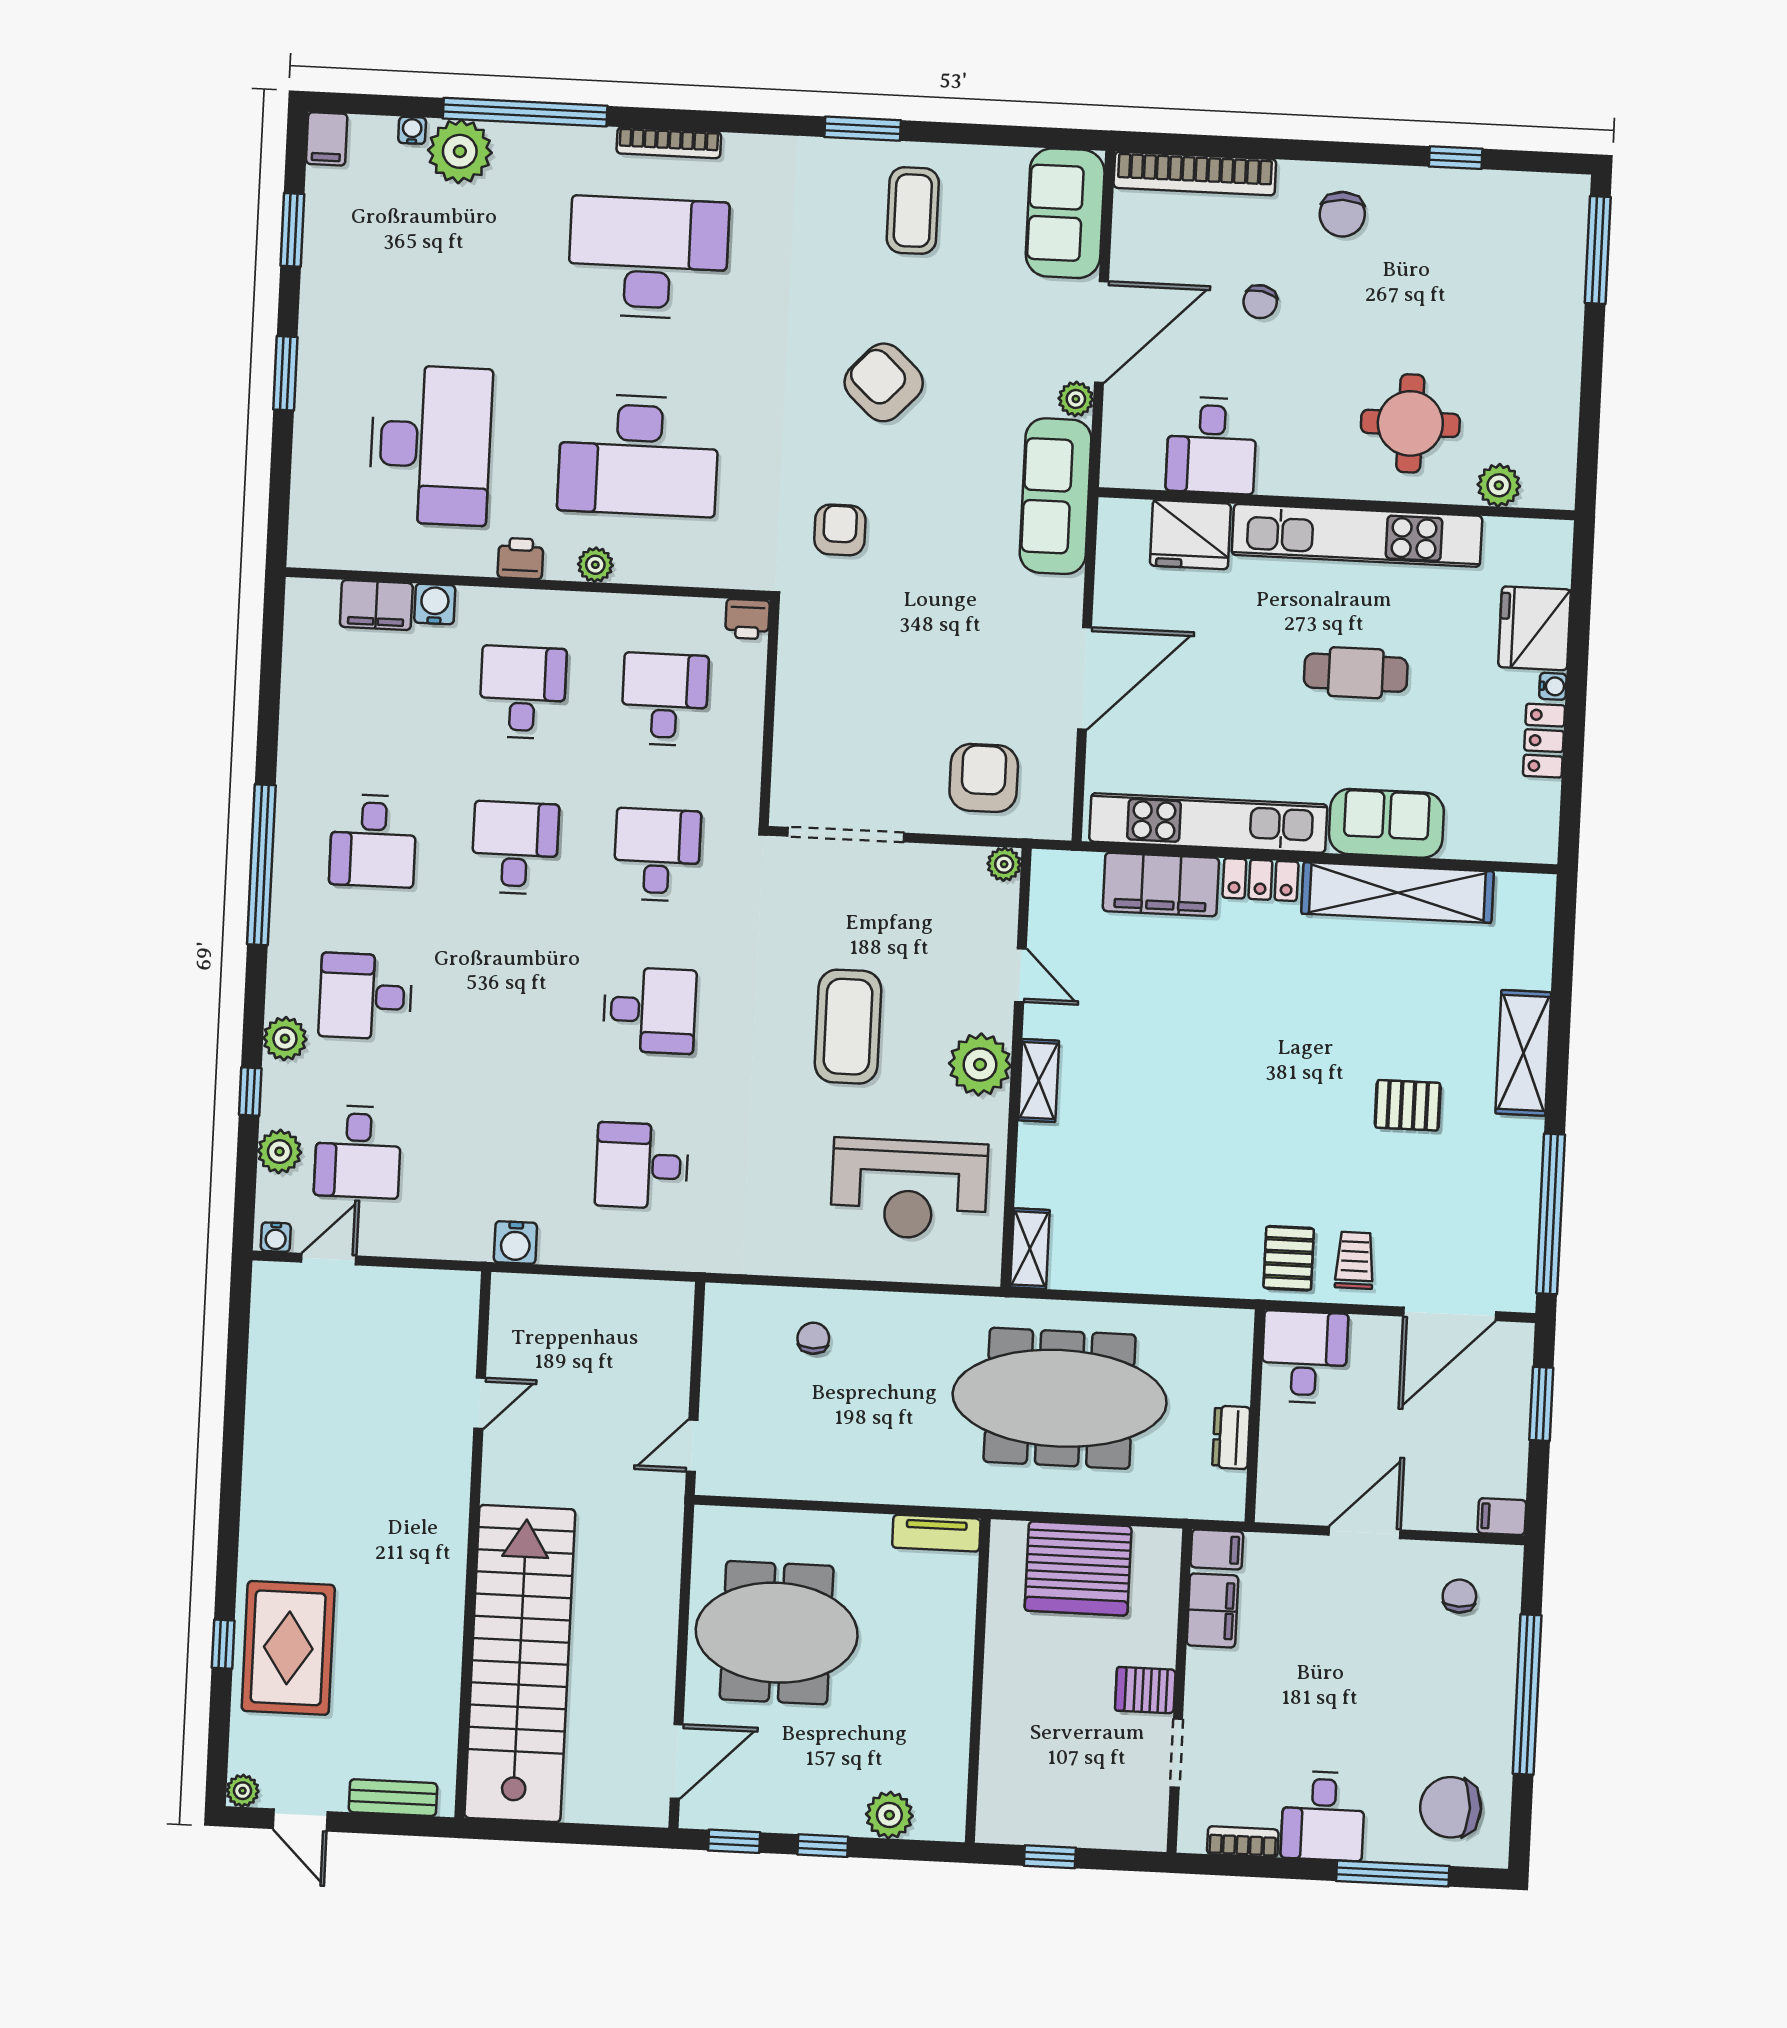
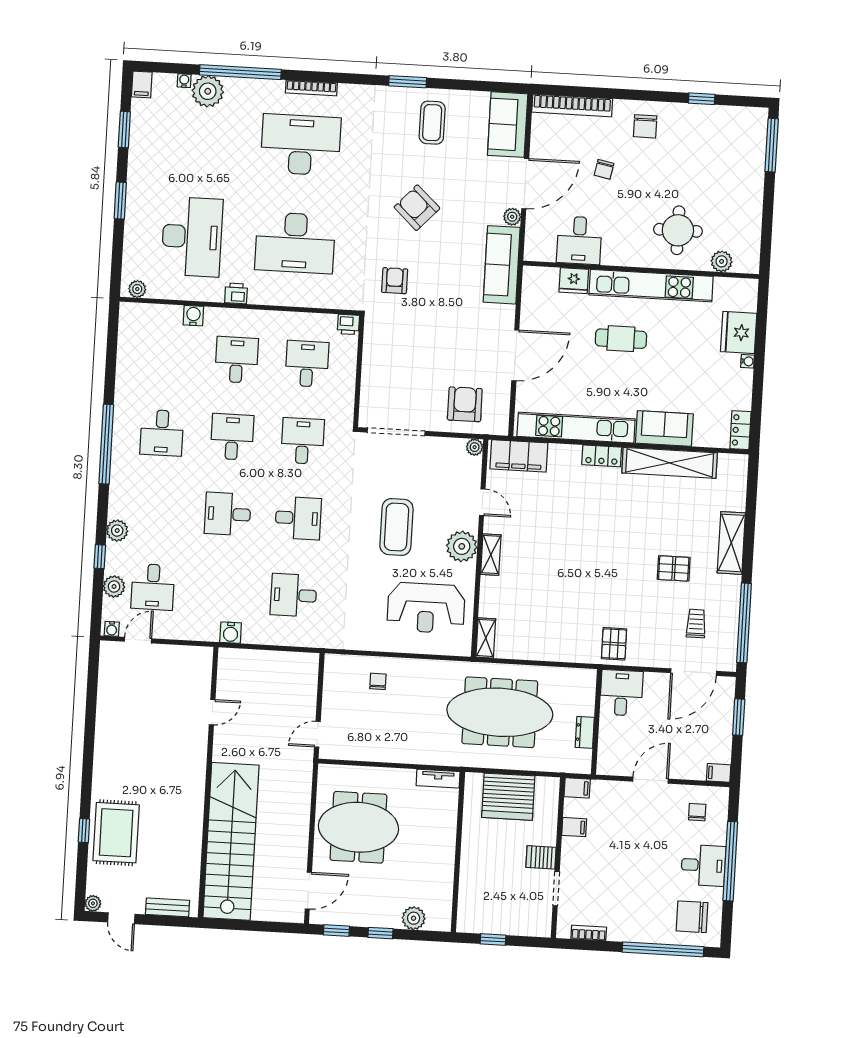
fridge: (1190, 535) -> (574, 281), width x0.73, depth x0.75
plant: (595, 565) -> (137, 289), moved
filing cabinet: (376, 605) -> (164, 316), removed
cafe table: (1356, 673) -> (621, 339), moved
locker: (1544, 741) -> (740, 430), moved
filing cabinet: (1161, 884) -> (519, 456), moved
desk: (365, 996) -> (228, 514), moved
trolley: (1355, 1260) -> (696, 623), moved
filing cabinet: (1212, 1610) -> (574, 827), width x0.50
desk: (1323, 1816) -> (703, 865), moved, turned -90
window: (1393, 1874) -> (663, 949), width x1.46

